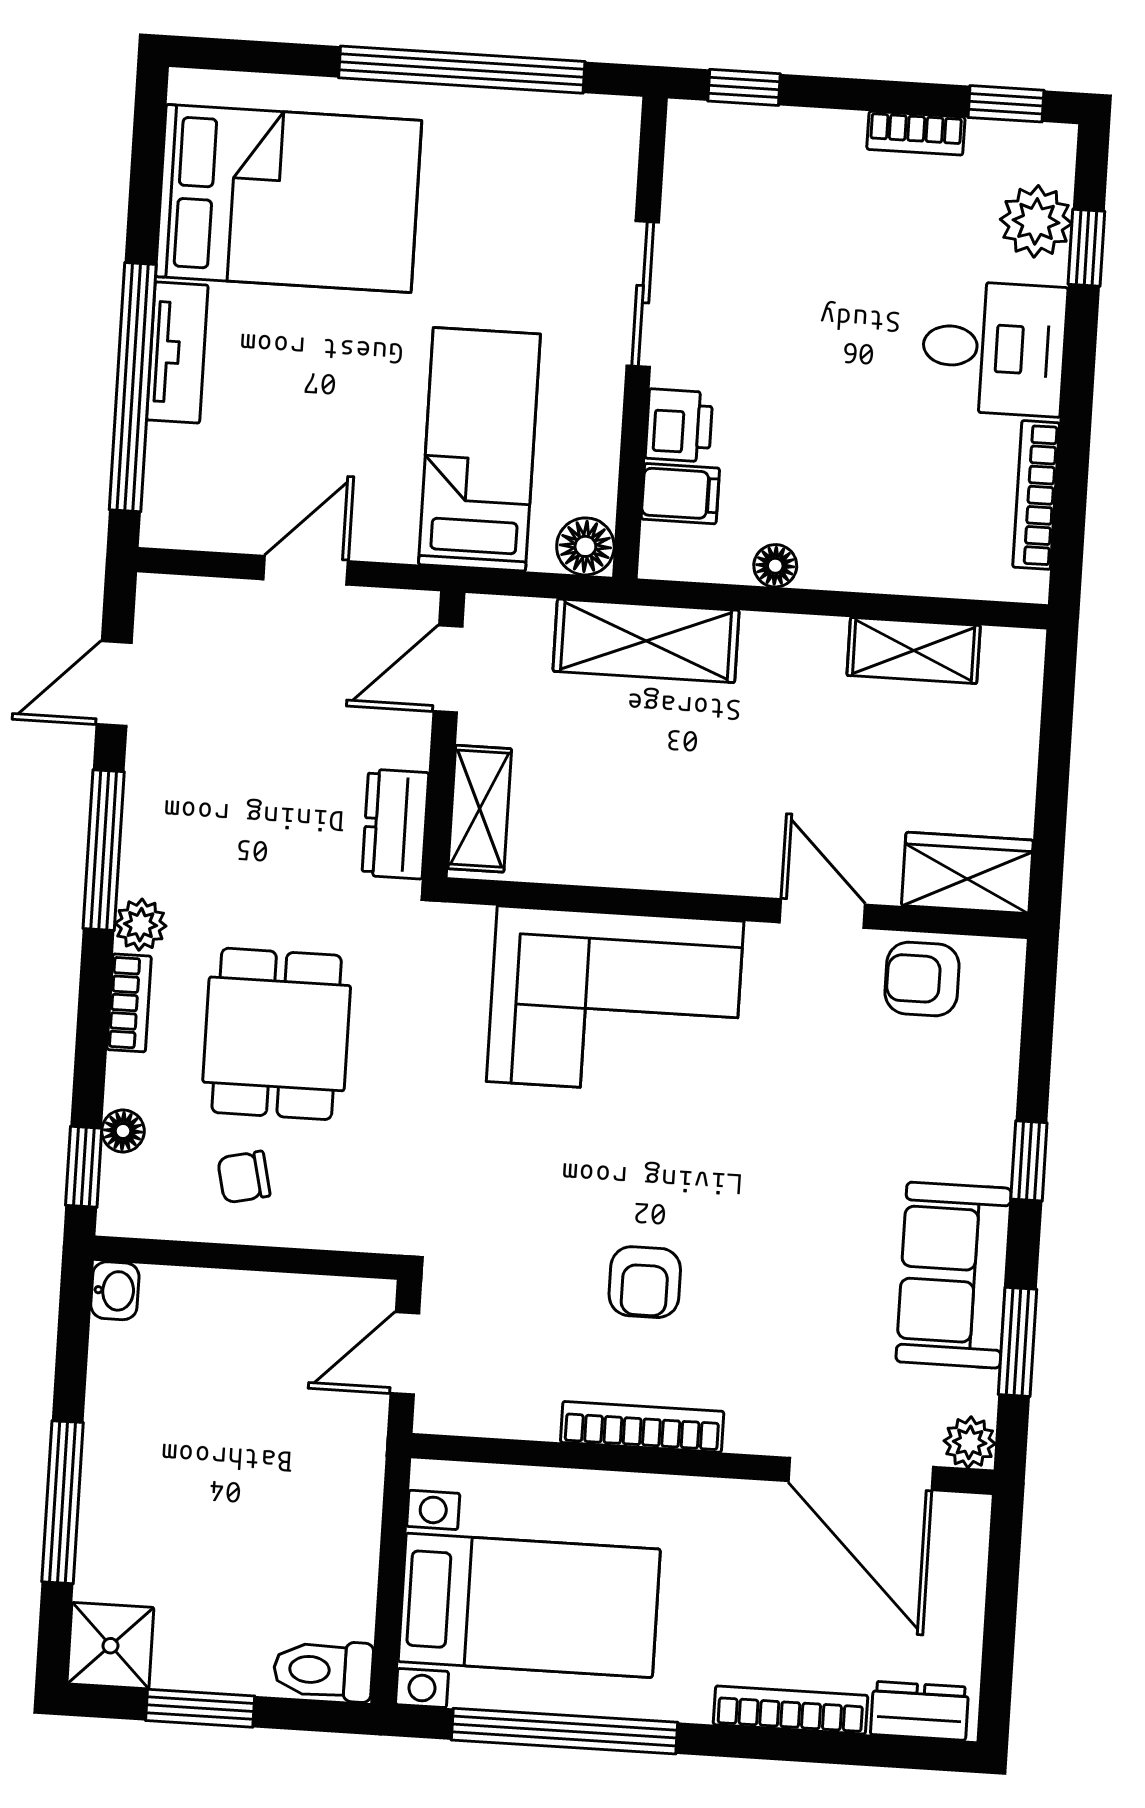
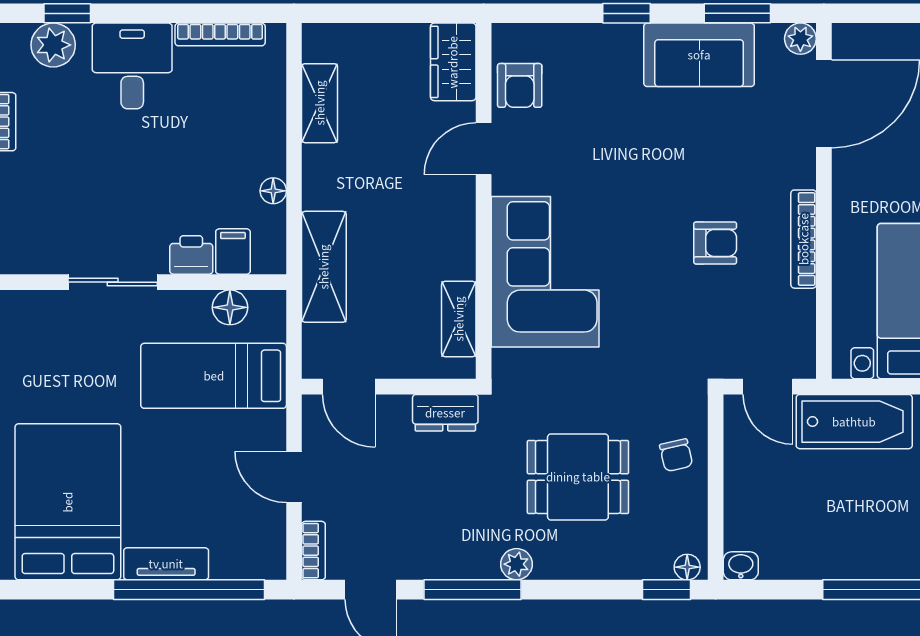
floor lamp: (585, 546) -> (230, 307), moved
shelving: (480, 809) -> (459, 319), moved, turned 90
bookcase: (129, 1003) -> (313, 551), moved, turned 90
floor lamp: (123, 1131) -> (687, 567), moved
chair: (244, 1177) -> (676, 455), moved
bathtub: (339, 1491) -> (854, 422), added

